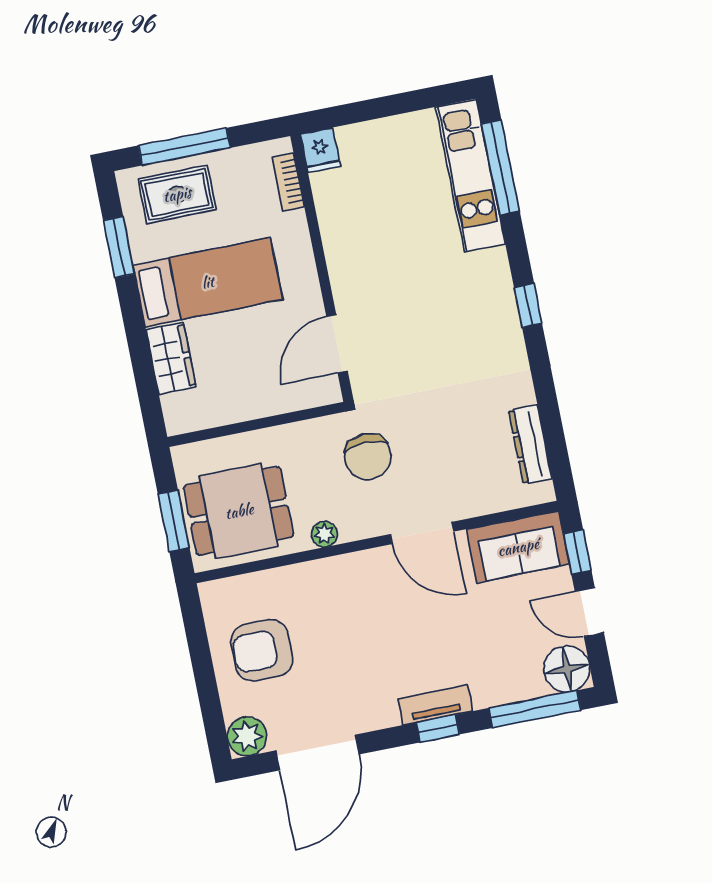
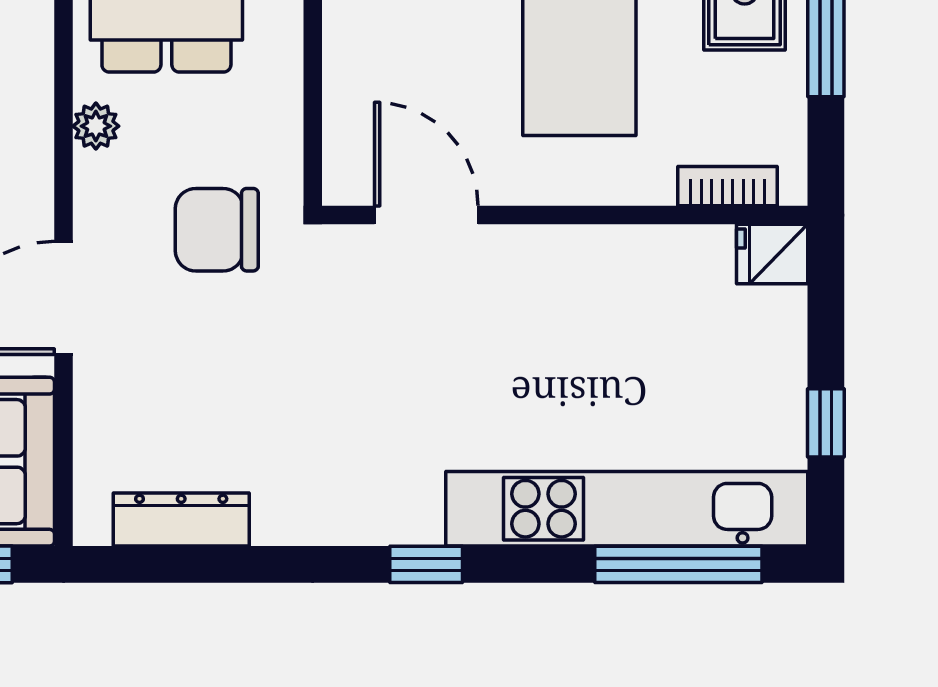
window: (407, 102) -> (826, 423), added
kitchen unit: (470, 175) -> (627, 509), width x1.36

